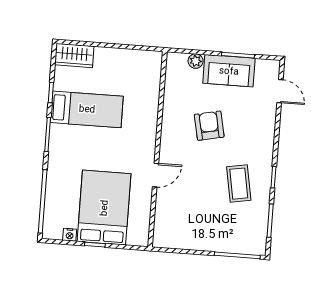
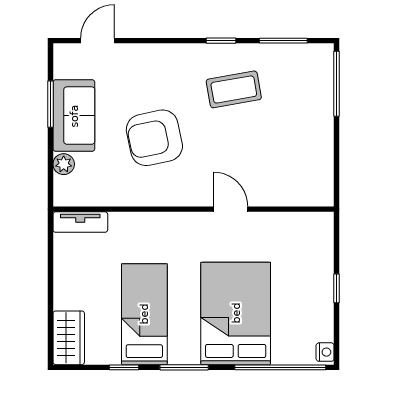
tv unit: (154, 70) -> (80, 222), added
armchair: (209, 126) -> (154, 138), width x1.36, depth x1.36
bed: (104, 208) -> (236, 313), moved, turned 90
nightstand: (70, 235) -> (325, 352), moved

